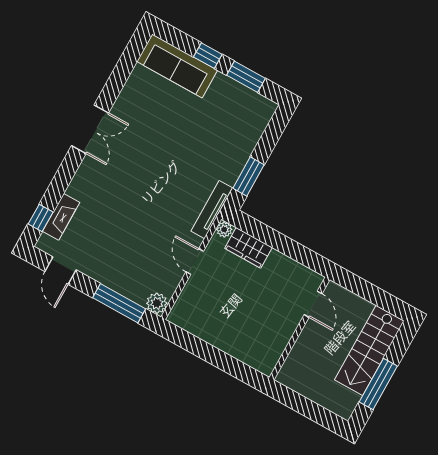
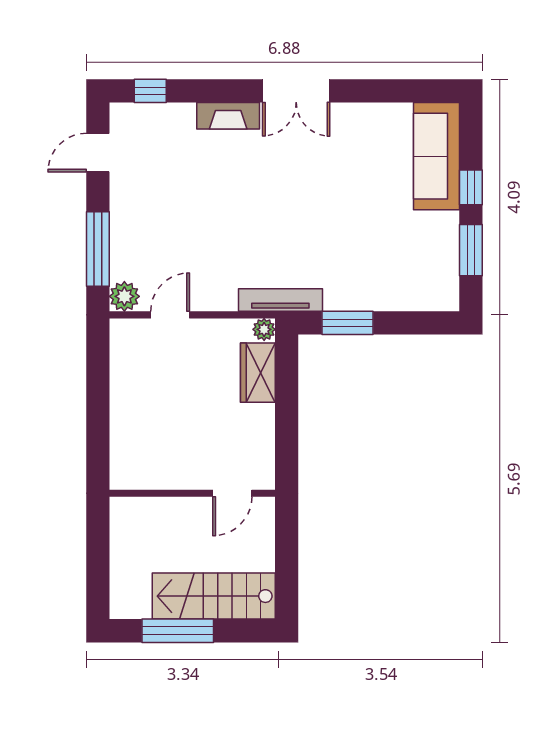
fireplace: (61, 217) -> (228, 116), moved
door: (195, 262) -> (170, 315), moved

